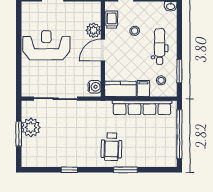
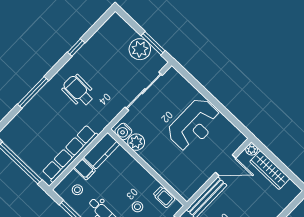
plant: (94, 30) -> (136, 142), moved
door: (103, 50) -> (146, 166), removed
window: (19, 134) -> (153, 43), moved
wheelchair: (112, 147) -> (78, 91), moved
window: (125, 170) -> (33, 92), width x1.44

